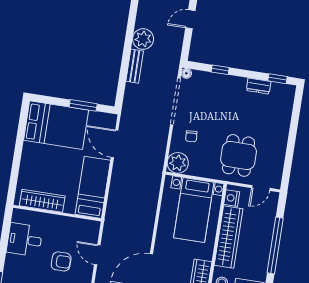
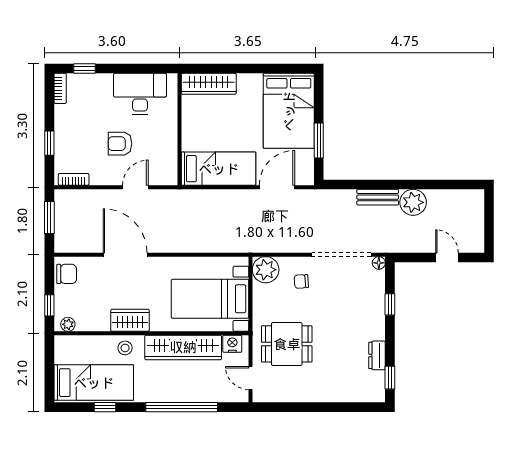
wardrobe: (42, 201) -> (209, 84), moved, turned 90
desk: (25, 240) -> (140, 94), width x1.37
armchair: (61, 261) -> (120, 144), turned 90

